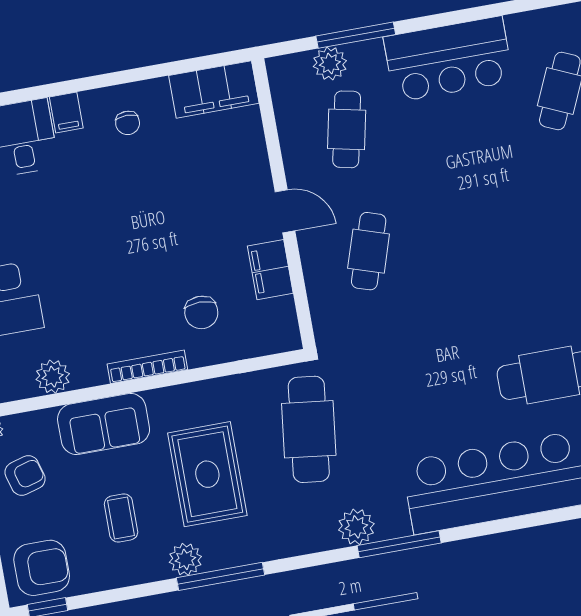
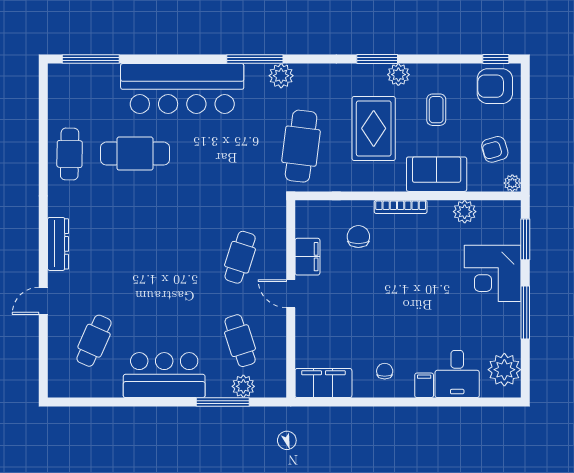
cafe table: (347, 129) -> (240, 341), turned -30
window: (221, 576) -> (377, 59), width x0.69

